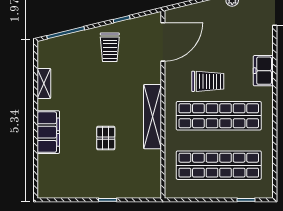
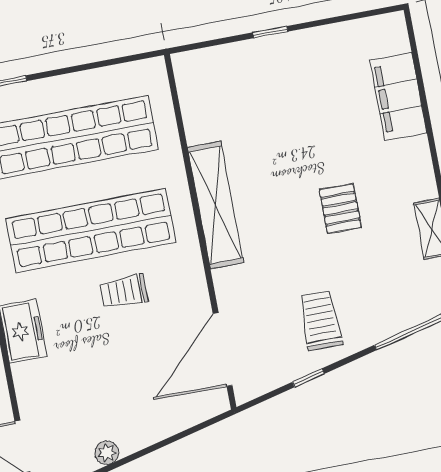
trolley: (208, 81) -> (124, 291), width x0.73, depth x0.72
filing cabinet: (48, 132) -> (398, 97), moved
pallet: (106, 138) -> (340, 209), moved

